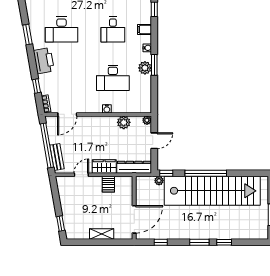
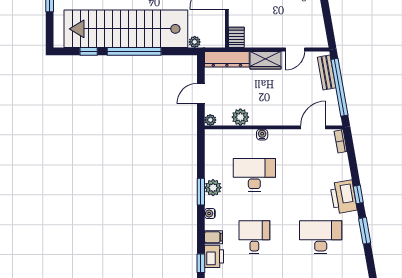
printer: (144, 15) -> (214, 256), added
window: (36, 86) -> (358, 194), moved
window: (166, 173) -> (89, 51), moved
server rack: (108, 184) -> (236, 37), moved

